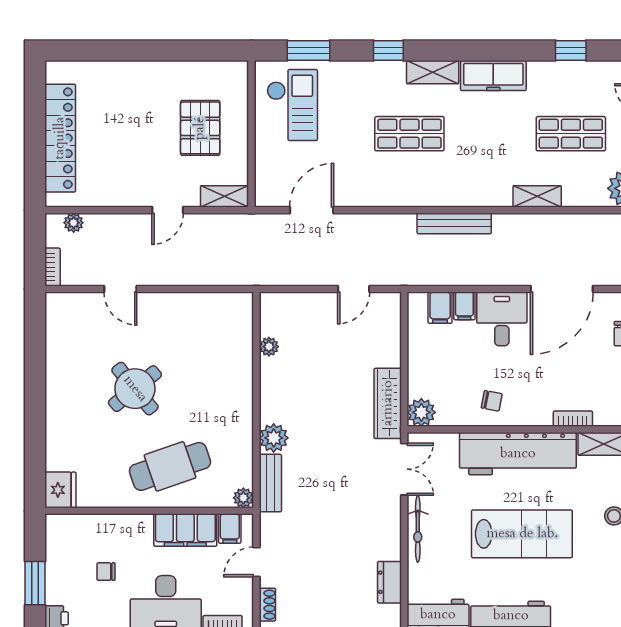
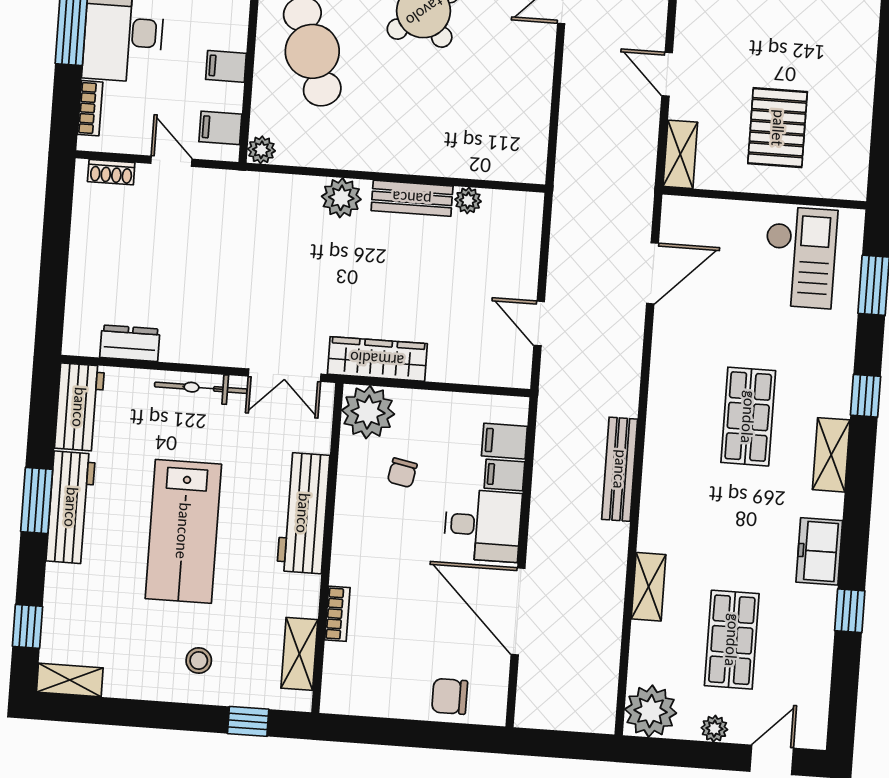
window: (571, 50) -> (850, 611), moved
freezer: (493, 75) -> (819, 551), width x0.71
checkout: (292, 105) -> (800, 257), turned -90
pallet: (200, 128) -> (778, 128), turned 90
door: (312, 210) -> (652, 273), hinge flipped
chair: (492, 401) -> (402, 473), moved
plant: (421, 412) -> (368, 412), width x1.36, depth x1.36
workbench: (518, 454) -> (303, 513), width x0.73, depth x0.76
bench: (270, 483) -> (412, 198), moved
filing cabinet: (185, 530) -> (226, 66), width x0.33, depth x0.86

